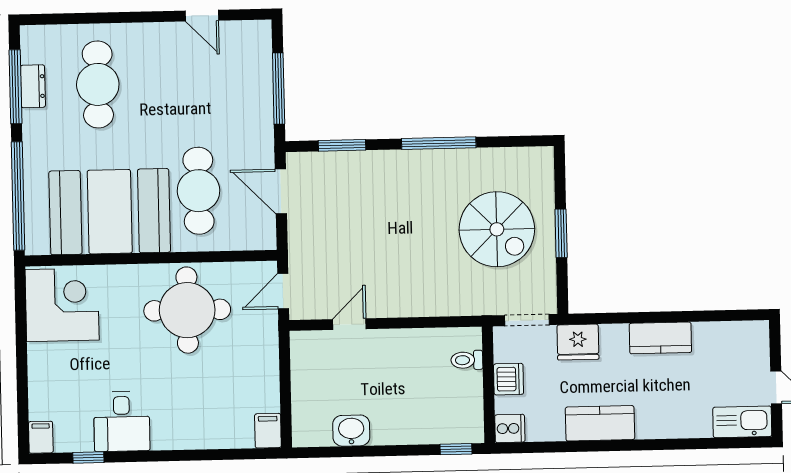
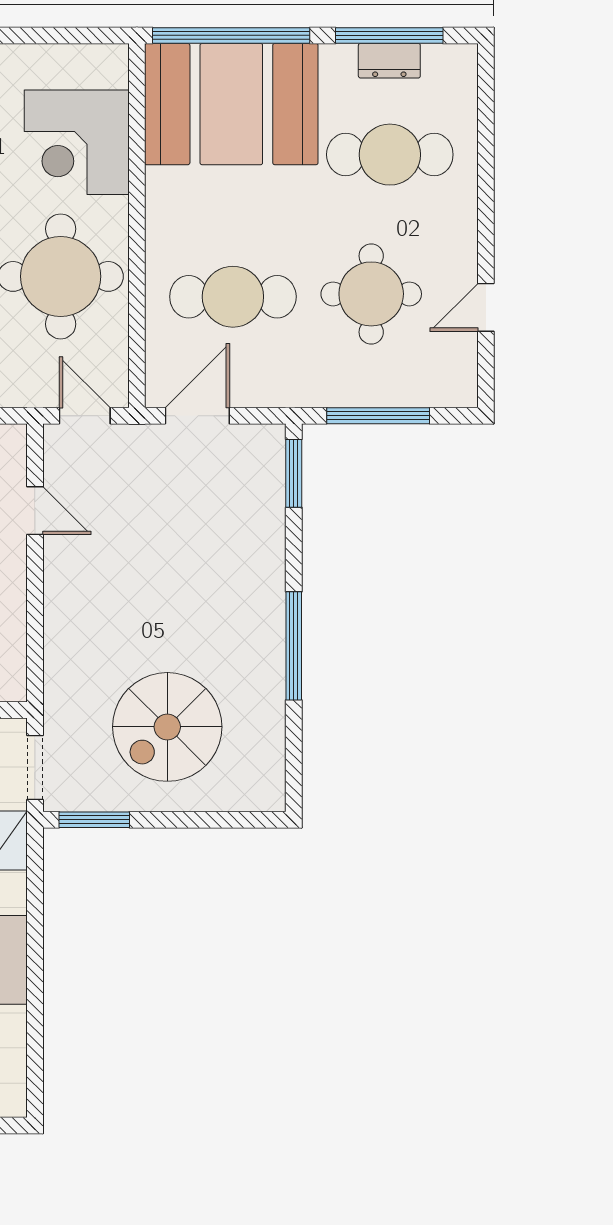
round table: (194, 95) -> (371, 294), added
window: (342, 145) -> (294, 473), moved
door: (281, 191) -> (197, 416), moved
booth: (110, 212) -> (231, 104), moved, turned 90
window: (561, 233) -> (94, 820), moved
corner desk: (62, 305) -> (77, 142), moved, turned 90

